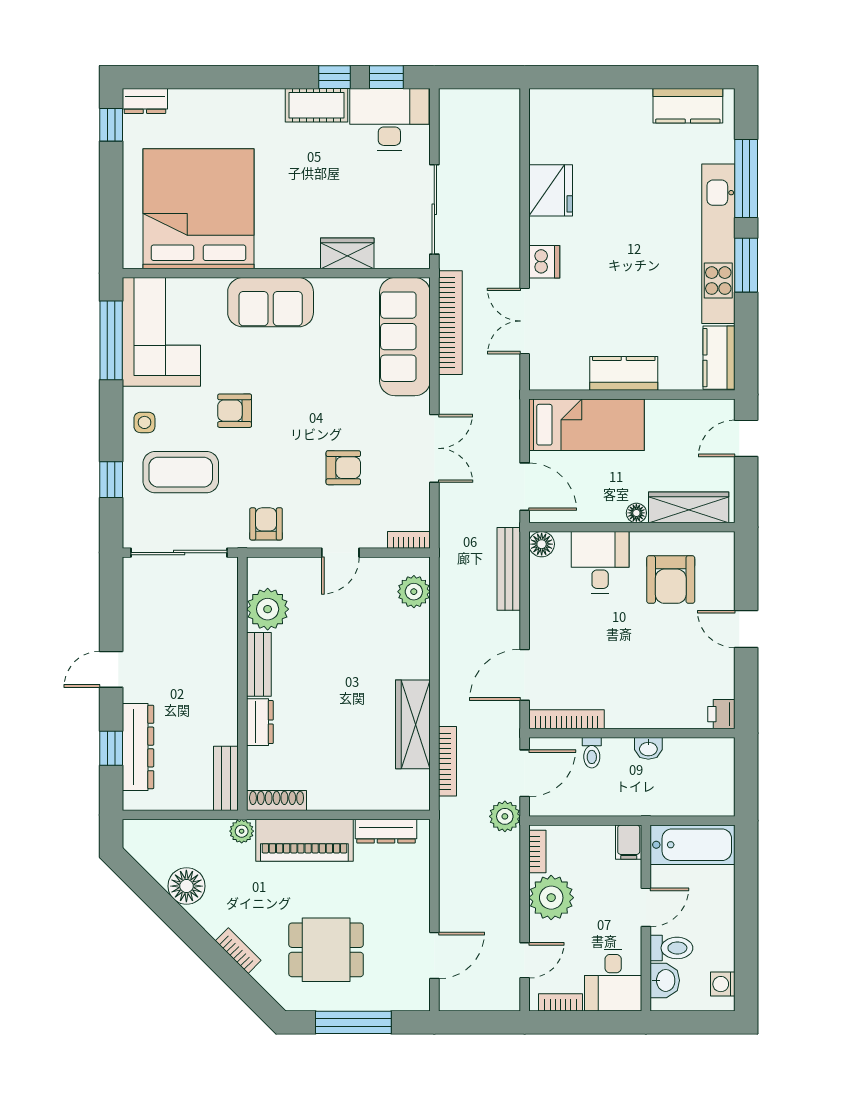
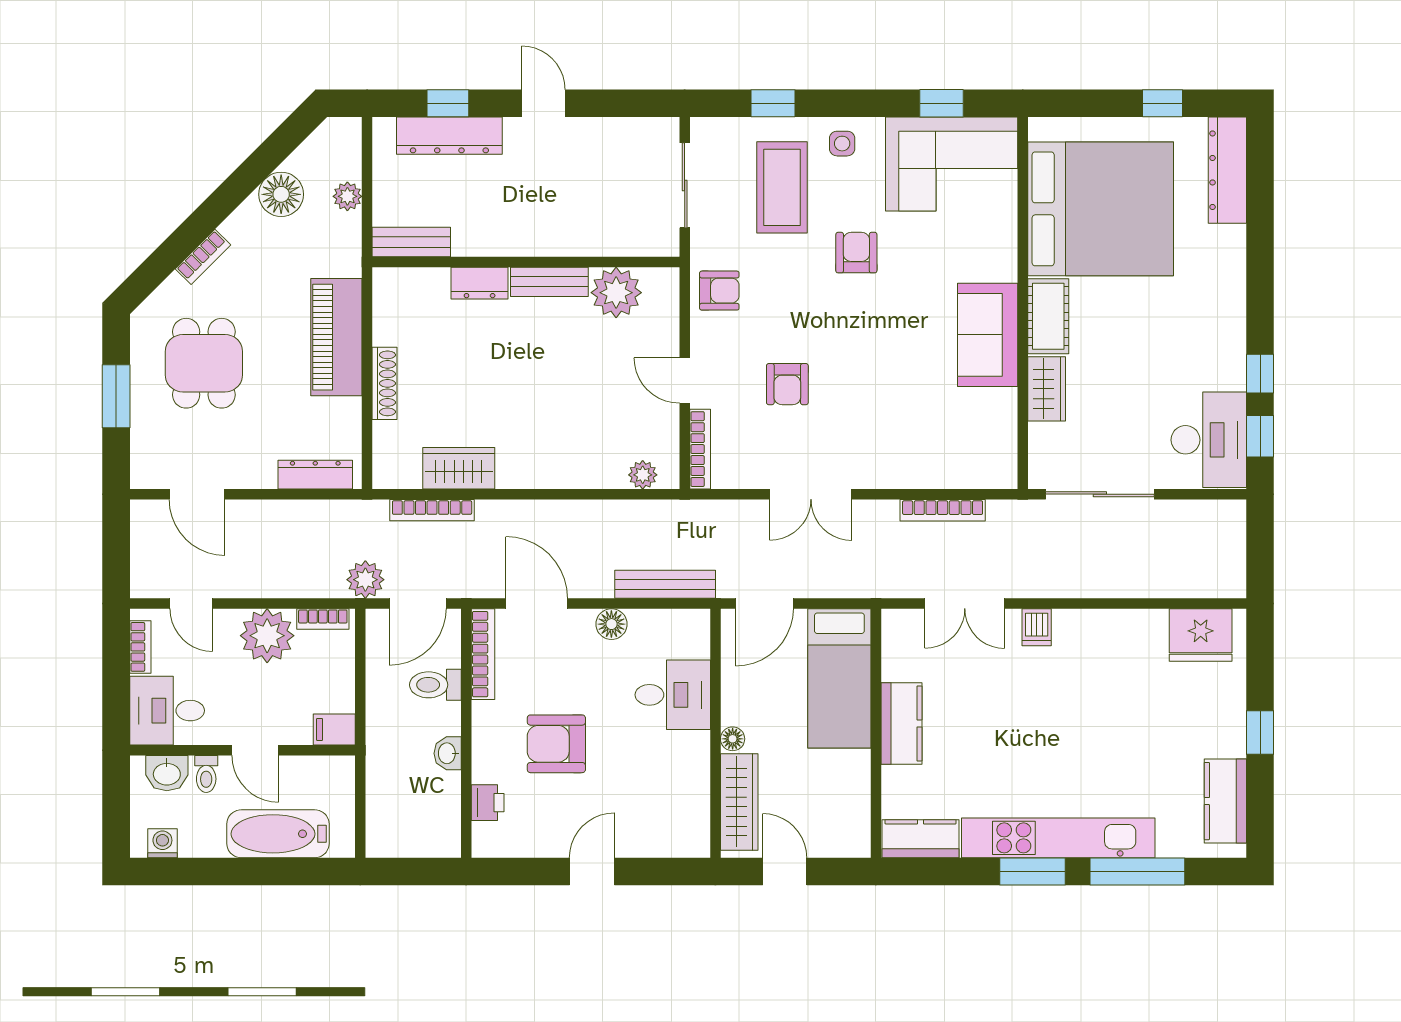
window: (631, 77) -> (1260, 732), added
dresser: (145, 101) -> (1227, 170), width x1.96, depth x1.24
cot: (316, 105) -> (1048, 316), moved
window: (111, 125) -> (1162, 103), moved
fridge: (551, 190) -> (1201, 635), moved
dishwasher: (544, 262) -> (1037, 627), width x0.73
sofa: (271, 302) -> (988, 335), moved
double door: (525, 321) -> (965, 603), swing flipped
bookcase: (450, 323) -> (943, 510), width x0.68, depth x0.76
sofa: (405, 337) -> (946, 459), removed
window: (111, 340) -> (941, 103), width x0.46
door: (746, 438) -> (785, 872), moved
bookcase: (409, 540) -> (700, 449), width x1.56
floor lamp: (542, 544) -> (611, 624), moved
sliding door: (179, 553) -> (685, 185), width x0.73
armchair: (671, 580) -> (556, 744), moved
plant: (414, 592) -> (643, 475), width x0.73, depth x0.73
printer: (721, 714) -> (488, 803), moved, turned 90
wardrobe: (413, 724) -> (459, 468), width x0.67
toilet: (592, 753) -> (435, 685), width x1.37, depth x1.39
door: (525, 773) -> (418, 603), hinge flipped
shoe rack: (277, 801) -> (385, 383), moved
plant: (242, 831) -> (347, 196), moved
dresser: (386, 831) -> (315, 475), moved, turned 90
bathtub: (693, 845) -> (278, 834), moved, turned 90
toilet: (671, 948) -> (206, 774), width x0.73, depth x0.72
window: (353, 1022) -> (116, 396), width x0.69

